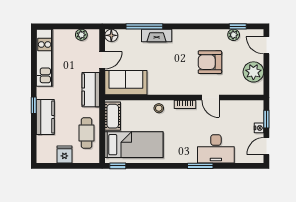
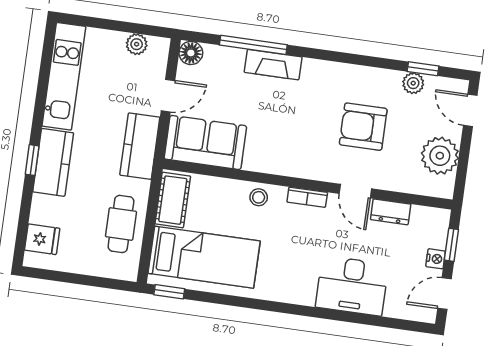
dresser: (231, 106) -> (391, 212), added
kitchen counter: (45, 117) -> (53, 162), moved
fridge: (64, 154) -> (42, 239), moved, turned 90
window: (200, 166) -> (319, 313), removed

